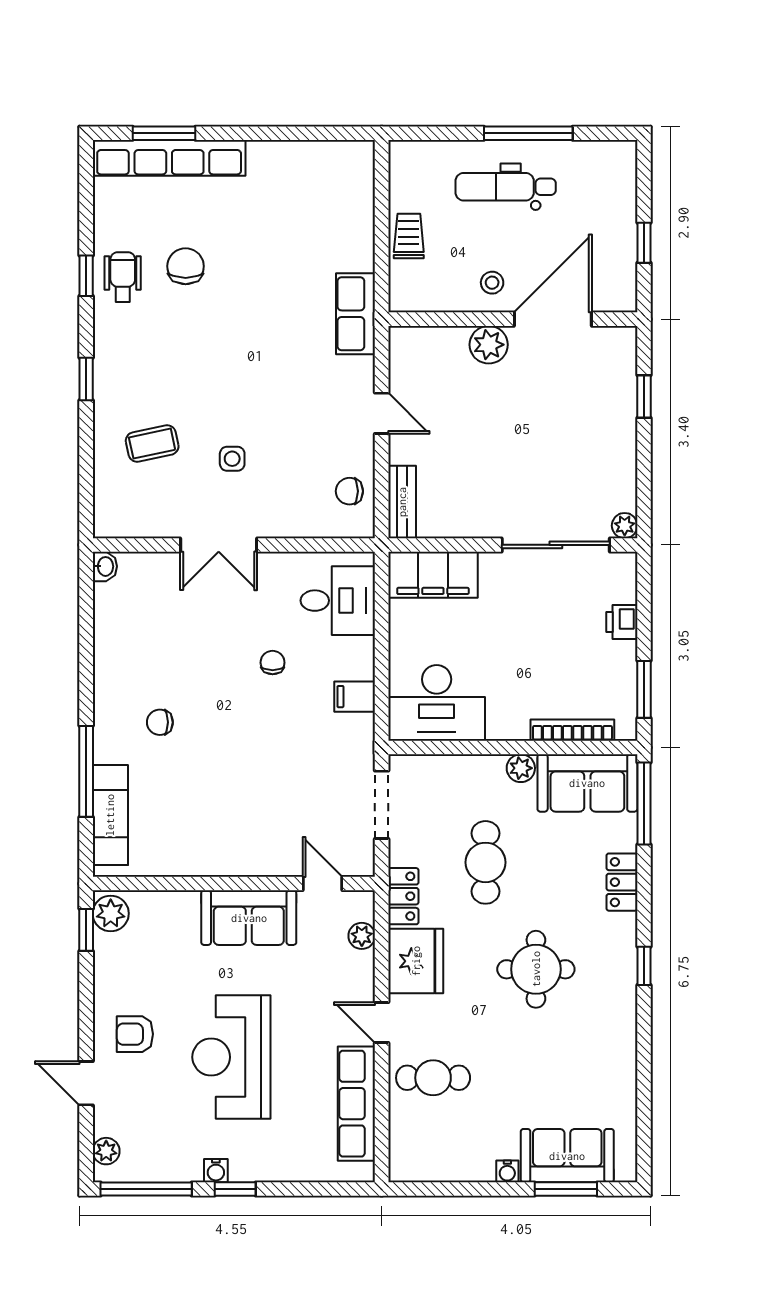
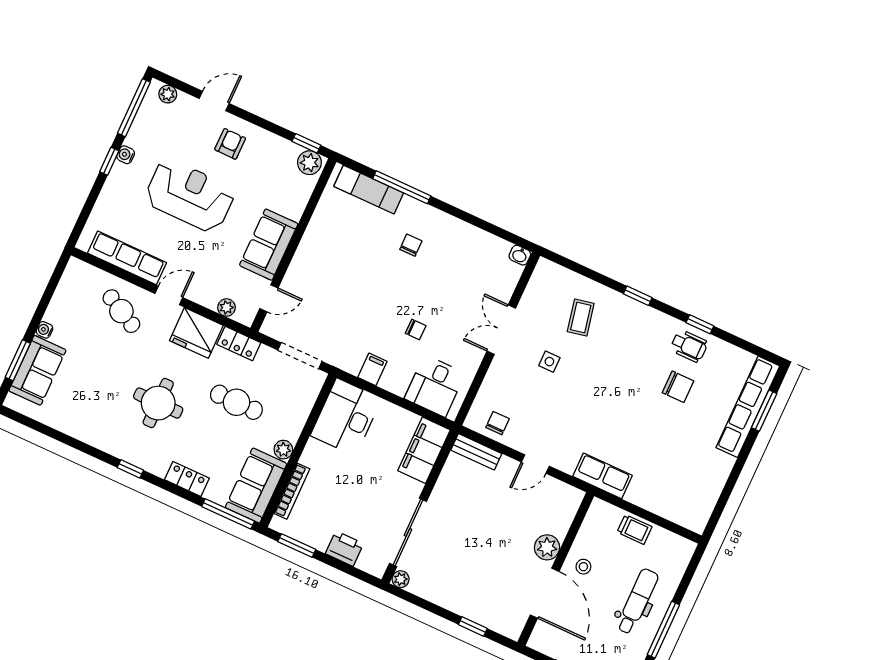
printer: (622, 622) -> (344, 549), width x1.36, depth x1.24
cafe table: (433, 1078) -> (121, 311), turned -62

